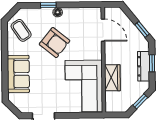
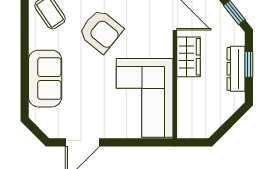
wardrobe: (112, 78) -> (188, 57), moved
window: (140, 101) -> (230, 122), removed

